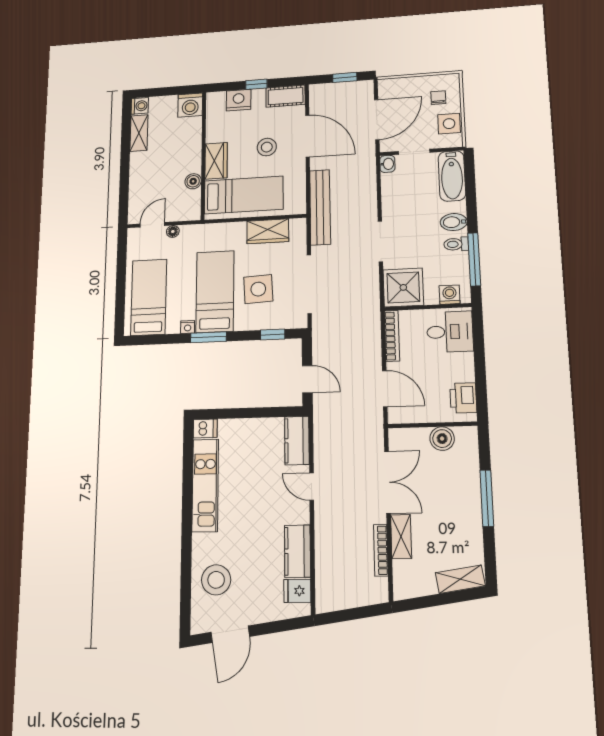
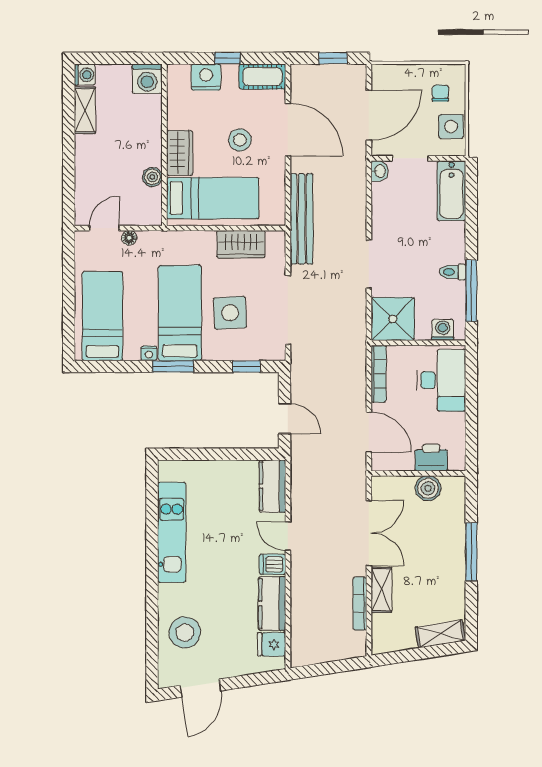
bidet: (454, 222) -> (451, 246), removed
desk: (450, 332) -> (441, 380), width x1.37
printer: (463, 398) -> (431, 458), moved, turned 90
dishwasher: (205, 429) -> (272, 564), moved, turned 180

